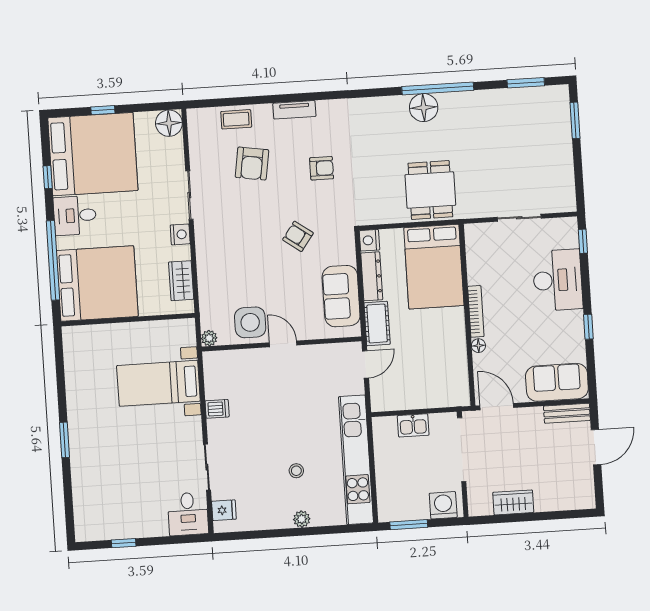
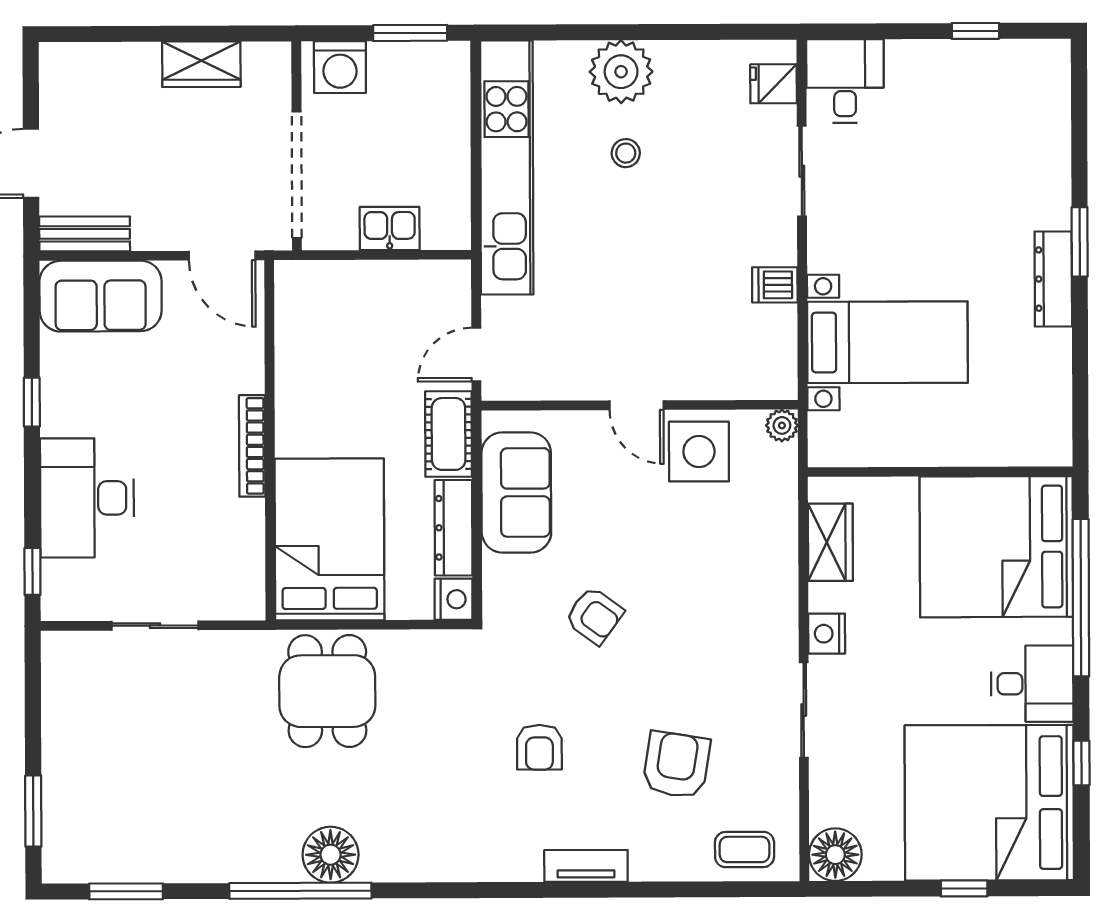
coffee table: (236, 119) -> (745, 849), moved
armchair: (322, 168) -> (539, 747), turned -90
floor lamp: (478, 346) -> (251, 378), removed
dresser: (77, 420) -> (1053, 279), added
plant: (302, 519) -> (621, 72), width x1.88, depth x1.88

